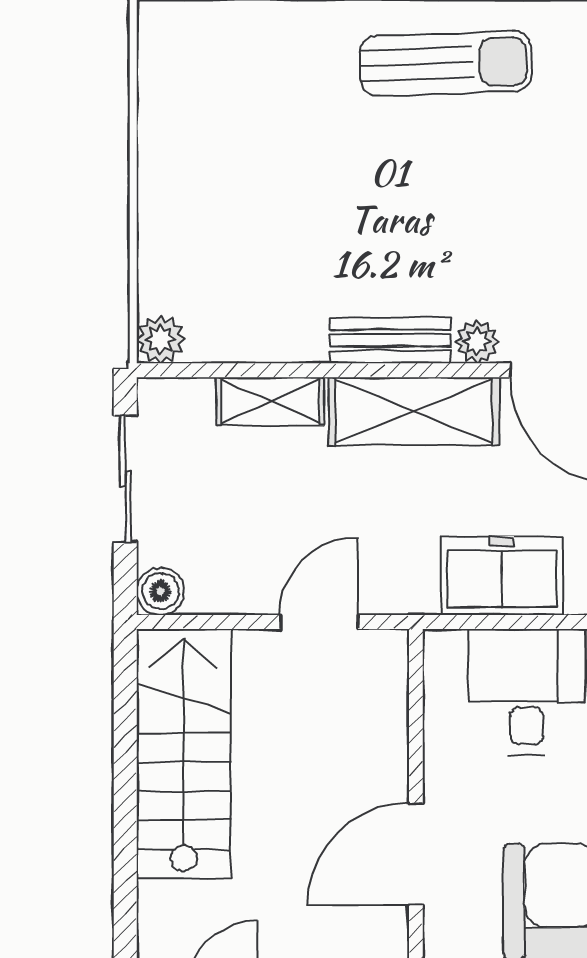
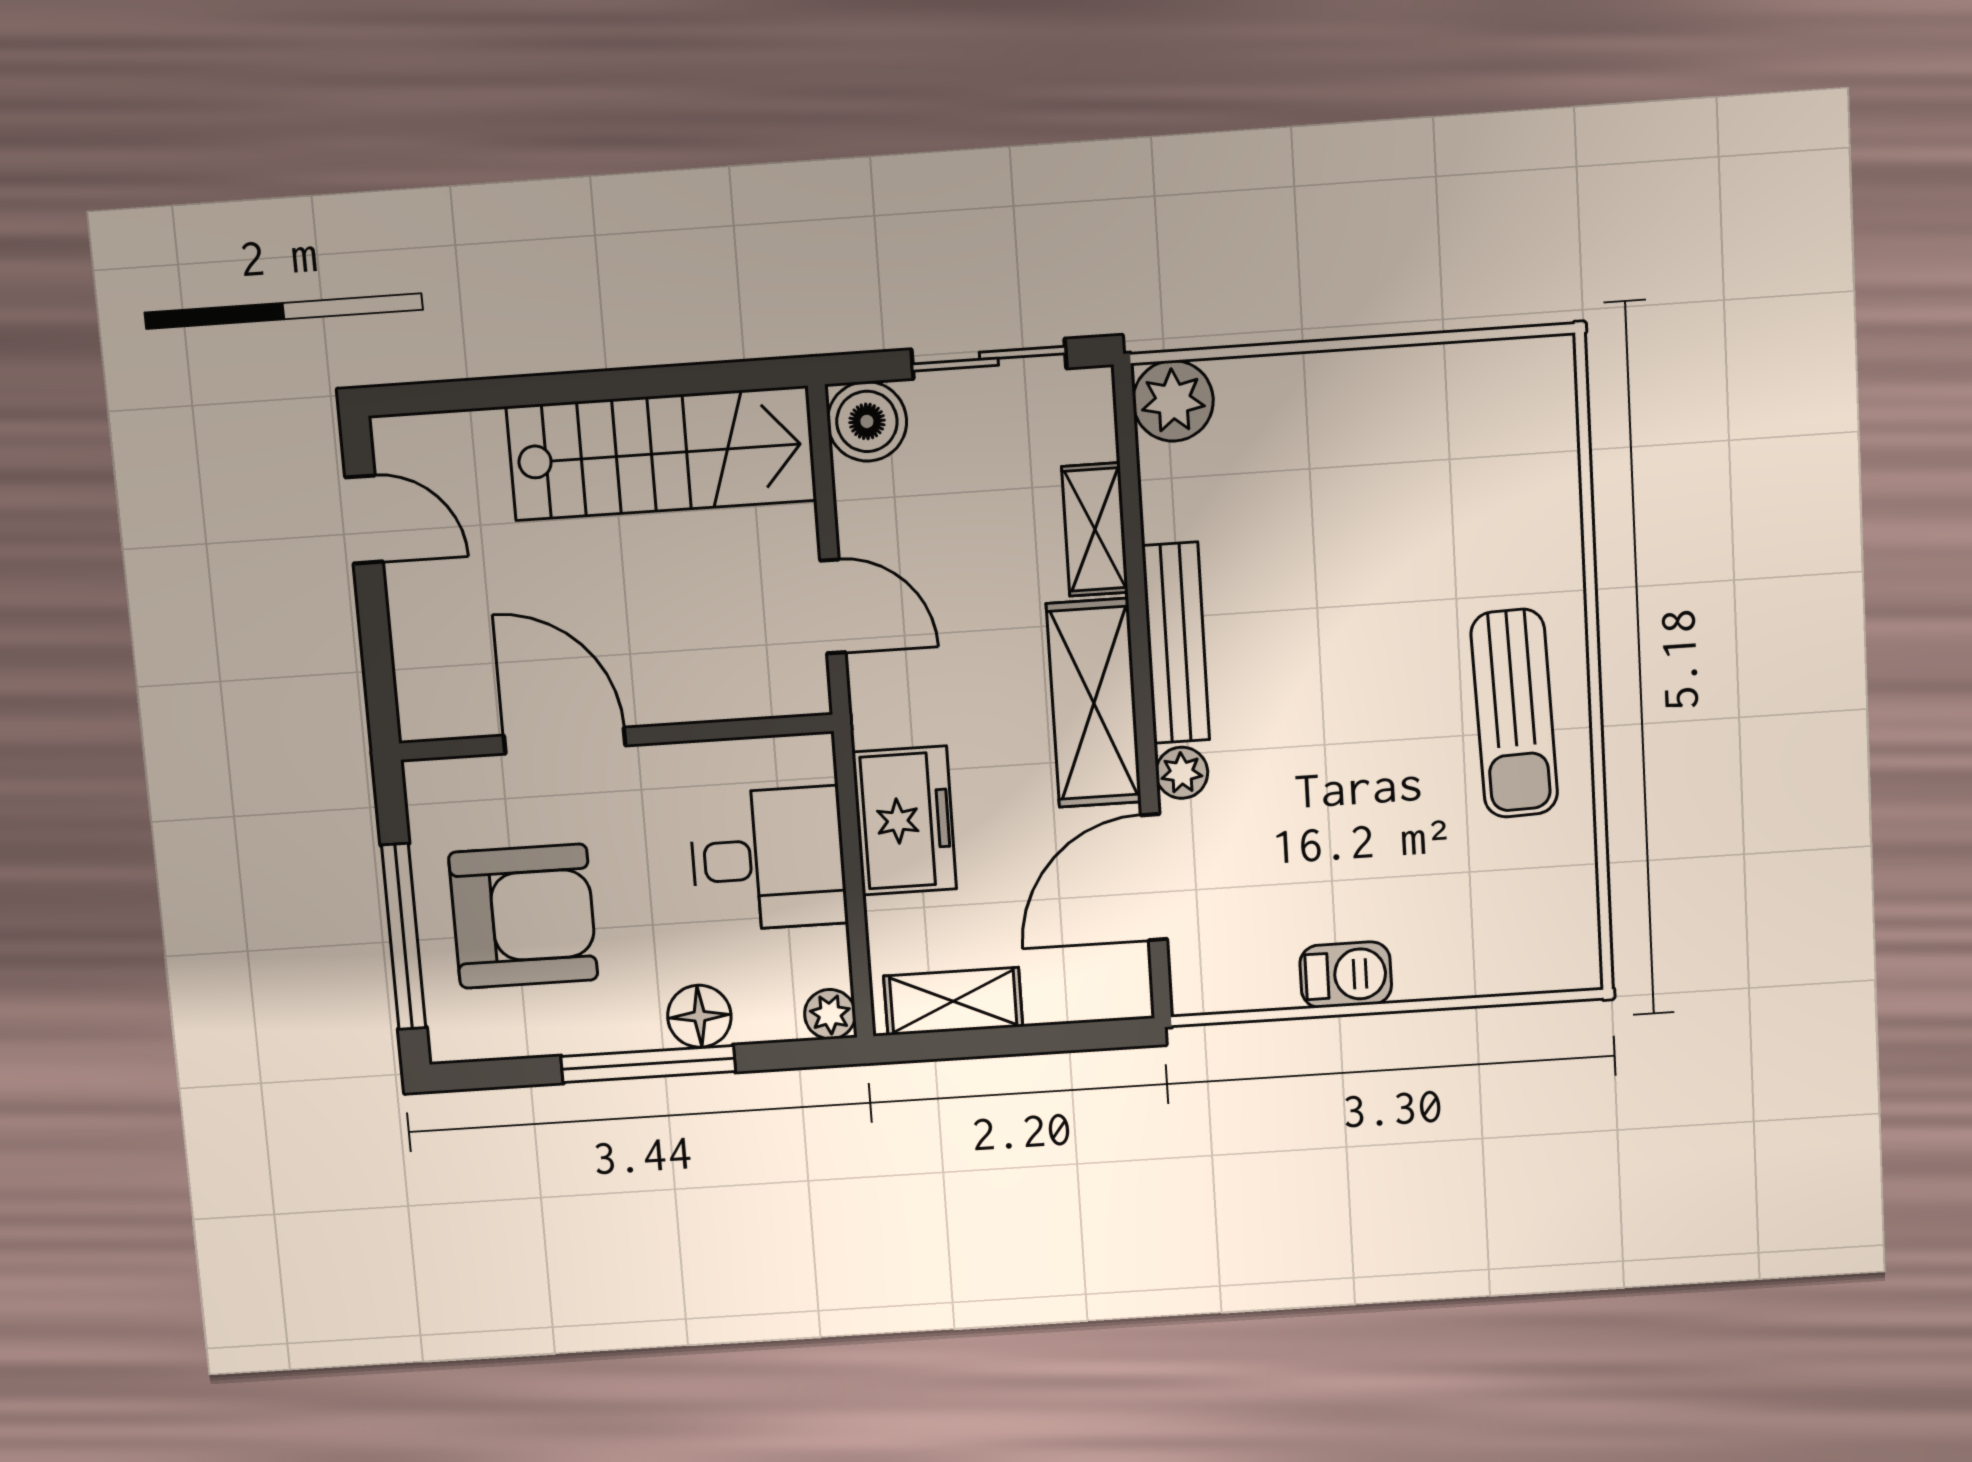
plant: (161, 339) -> (1173, 401), width x1.38, depth x1.38
bench: (390, 340) -> (1176, 643), width x1.36
boiler: (161, 591) -> (867, 421), width x1.36, depth x1.36

